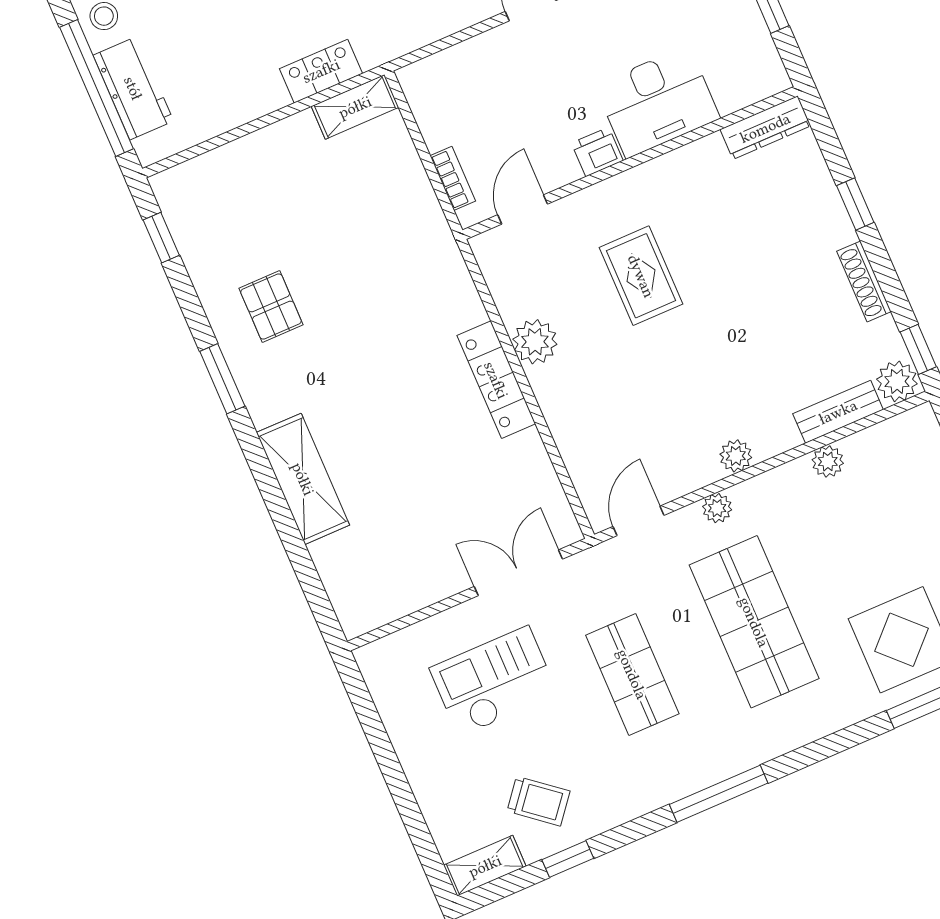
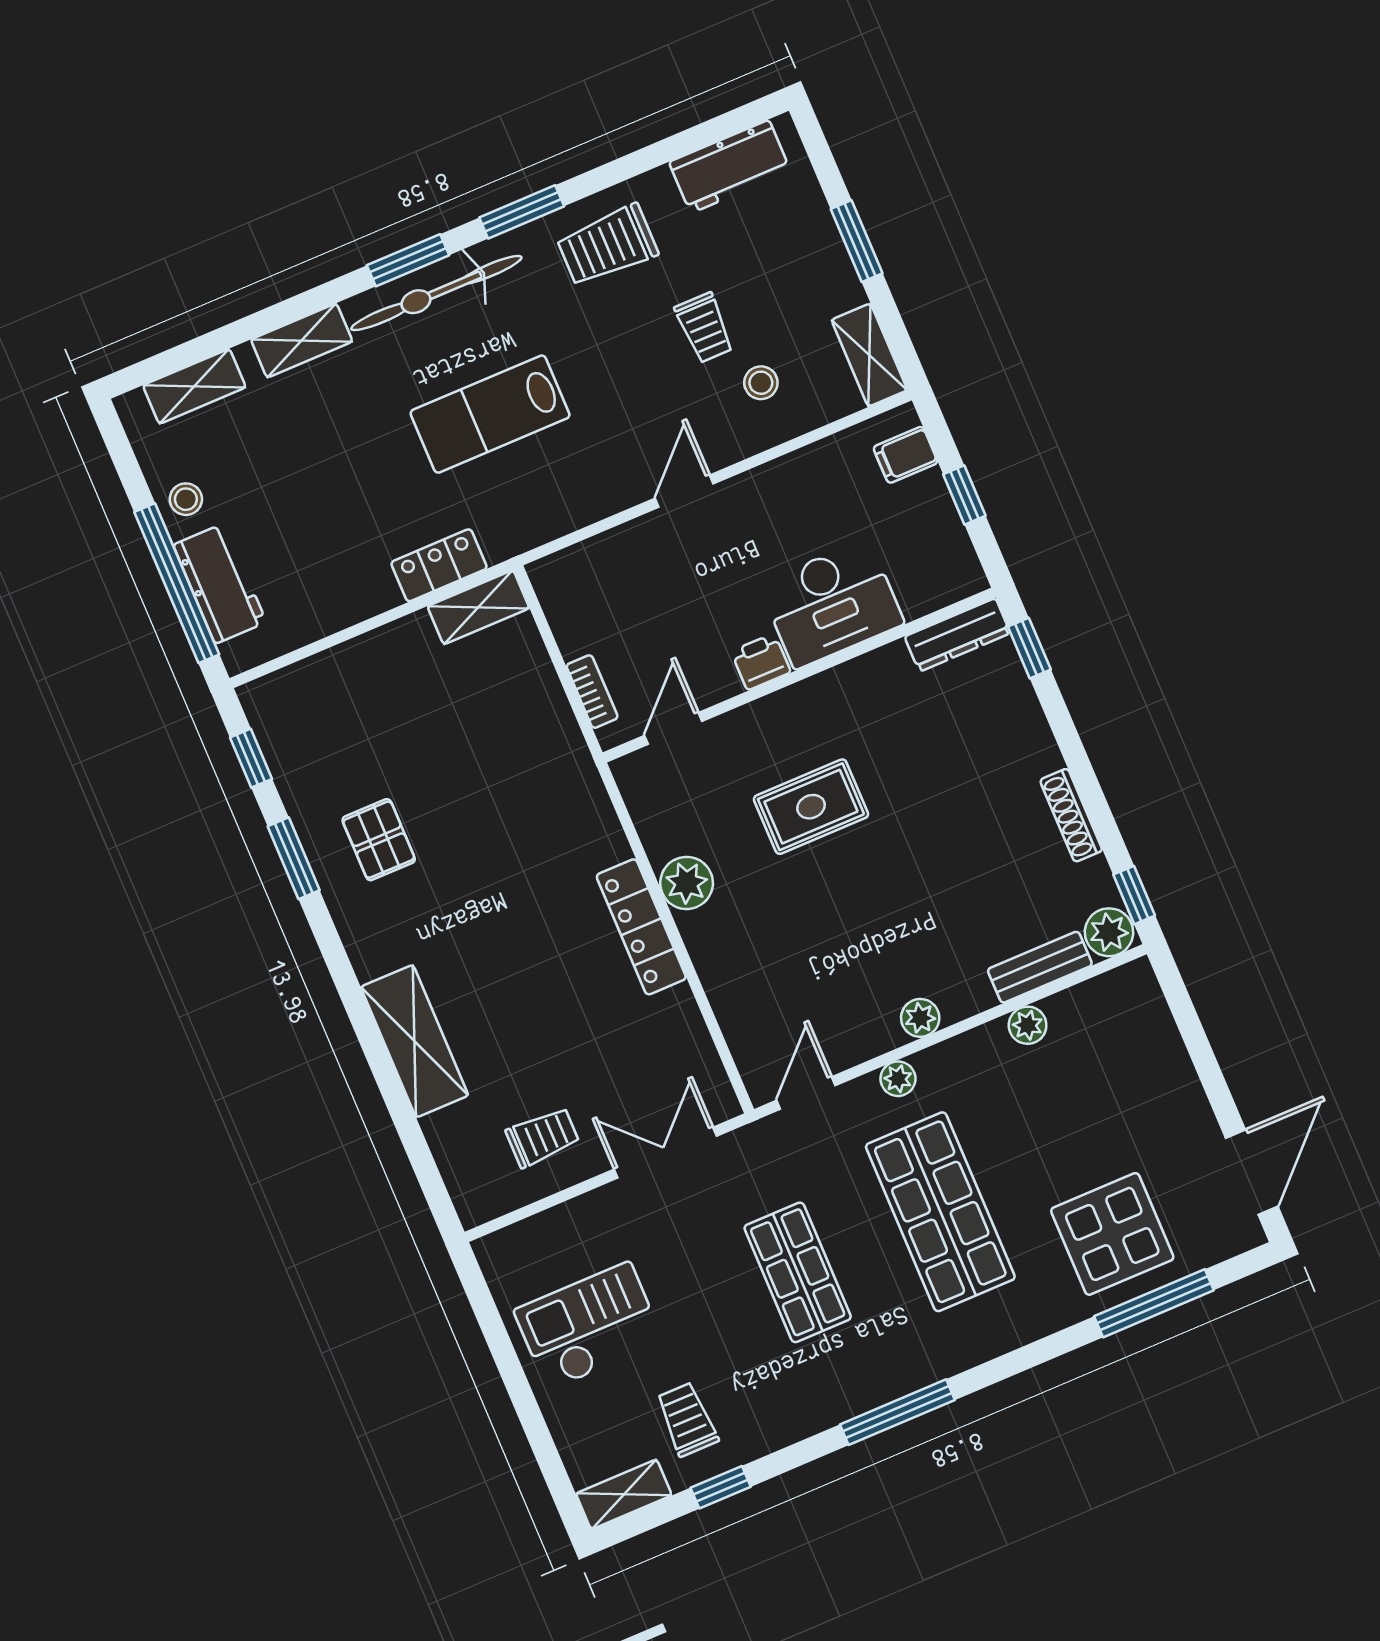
window: (855, 204) -> (1029, 648), moved
rug: (641, 276) -> (811, 807), turned 90
window: (222, 379) -> (294, 858), moved
trolley: (413, 560) -> (542, 1137), added
checkout: (494, 681) -> (589, 1326), moved
trolley: (539, 801) -> (687, 1419), turned -129

